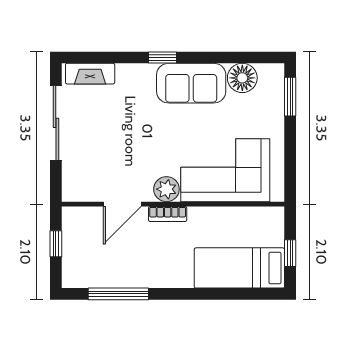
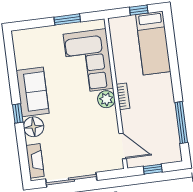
floor lamp: (242, 78) -> (34, 127), moved
window: (290, 97) -> (67, 19), moved
door: (122, 204) -> (123, 146), moved

